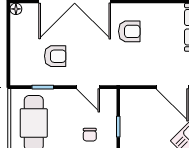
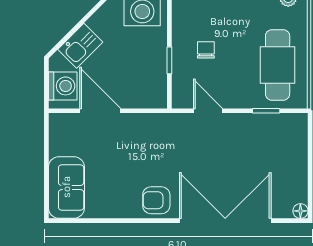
armchair: (129, 31) -> (156, 200), moved
armchair: (55, 56) -> (250, 150), removed

